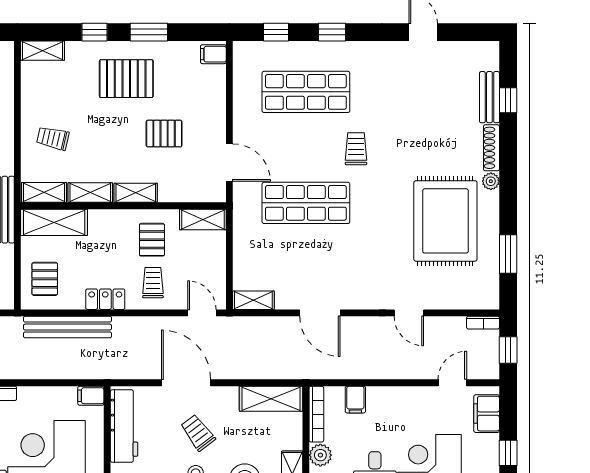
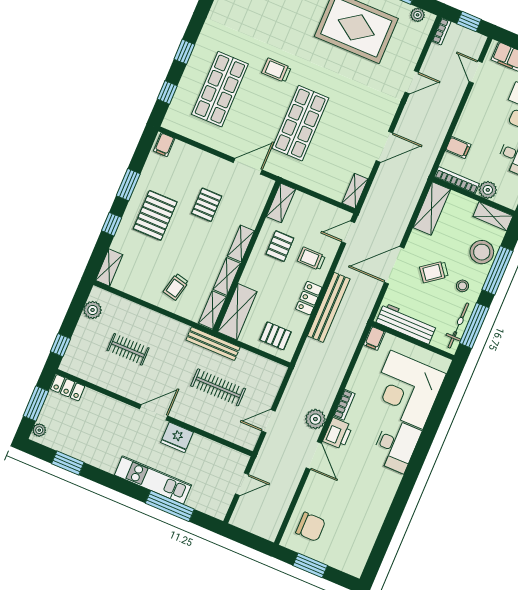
pallet: (152, 240) -> (280, 246), turned 90
plant: (490, 286) -> (418, 15), added
bench: (67, 327) -> (329, 307), moved

